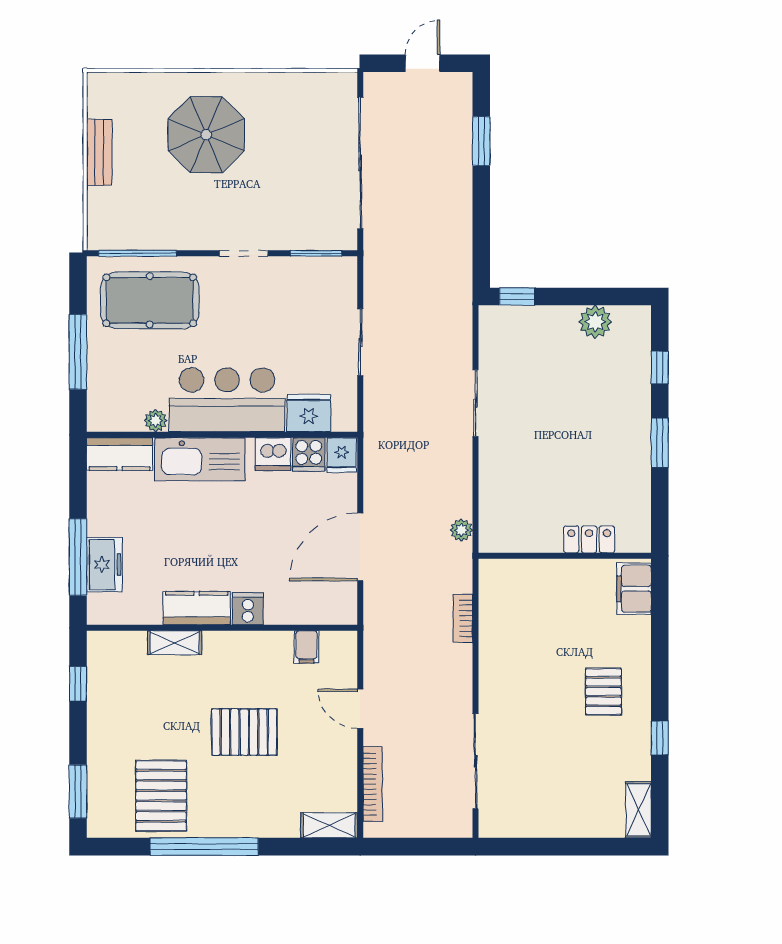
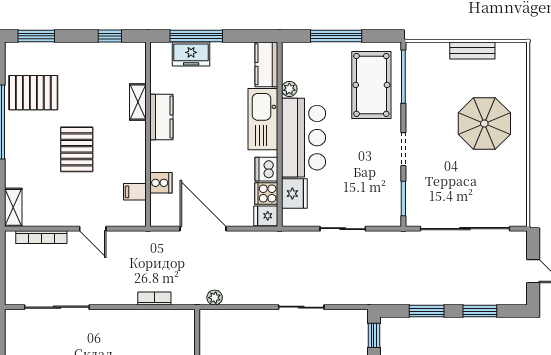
window: (481, 219) -> (427, 311), added
cooker: (248, 609) -> (161, 183), moved
door: (360, 709) -> (93, 229), swing flipped

